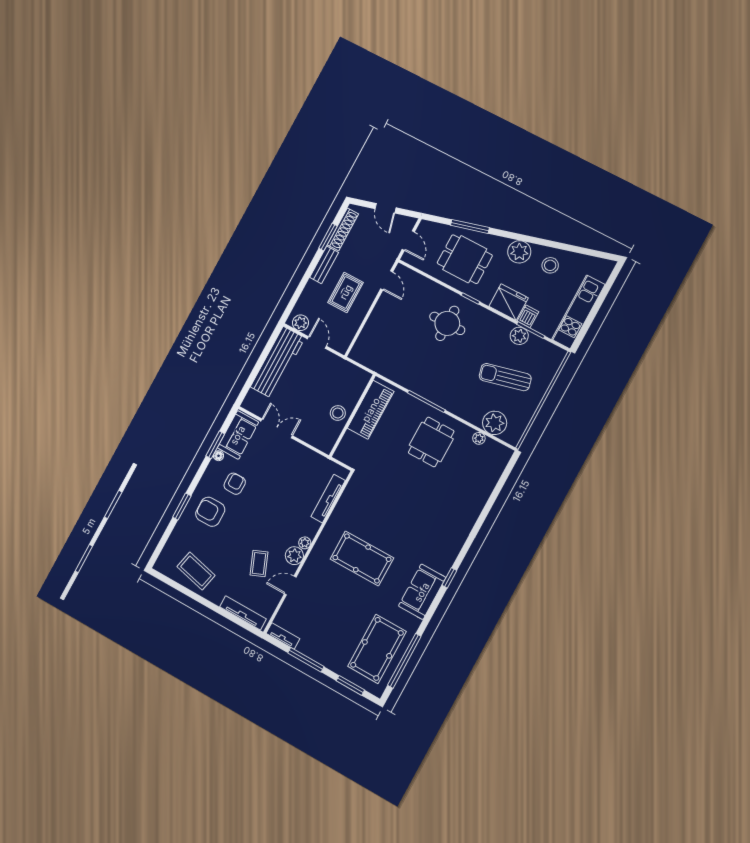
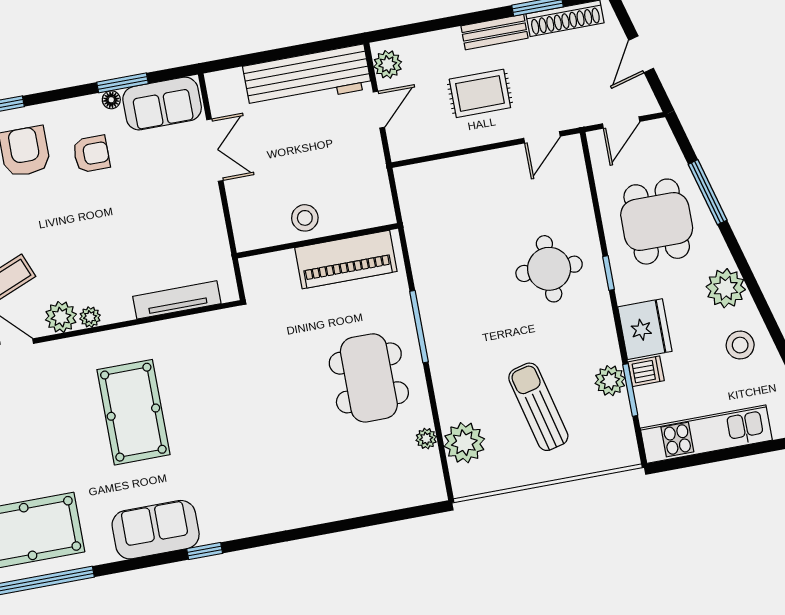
dining table: (431, 442) -> (369, 378), width x1.38

